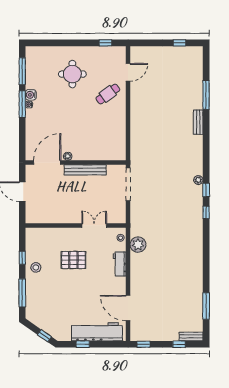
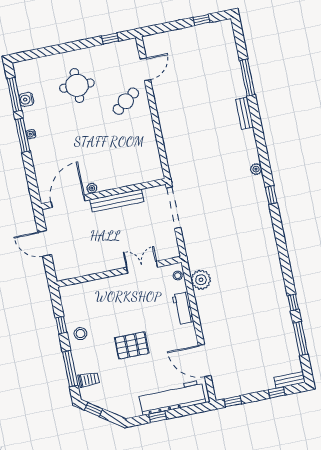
water cooler: (31, 95) -> (26, 99), moved
plant: (198, 180) -> (256, 169), moved
window: (206, 212) -> (293, 302), moved
pallet: (73, 260) -> (132, 345), moved
trolley: (35, 304) -> (89, 380), added
window: (44, 336) -> (94, 409), moved

